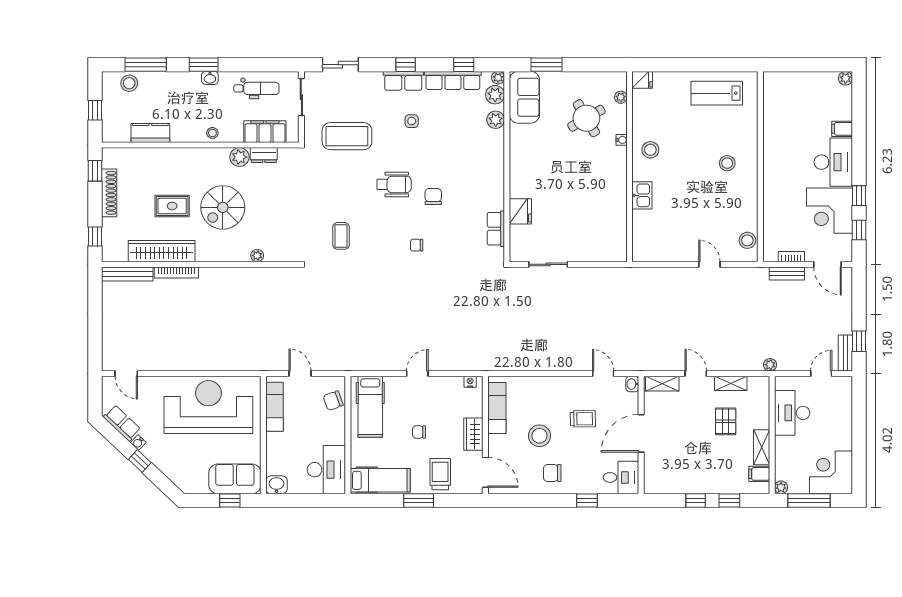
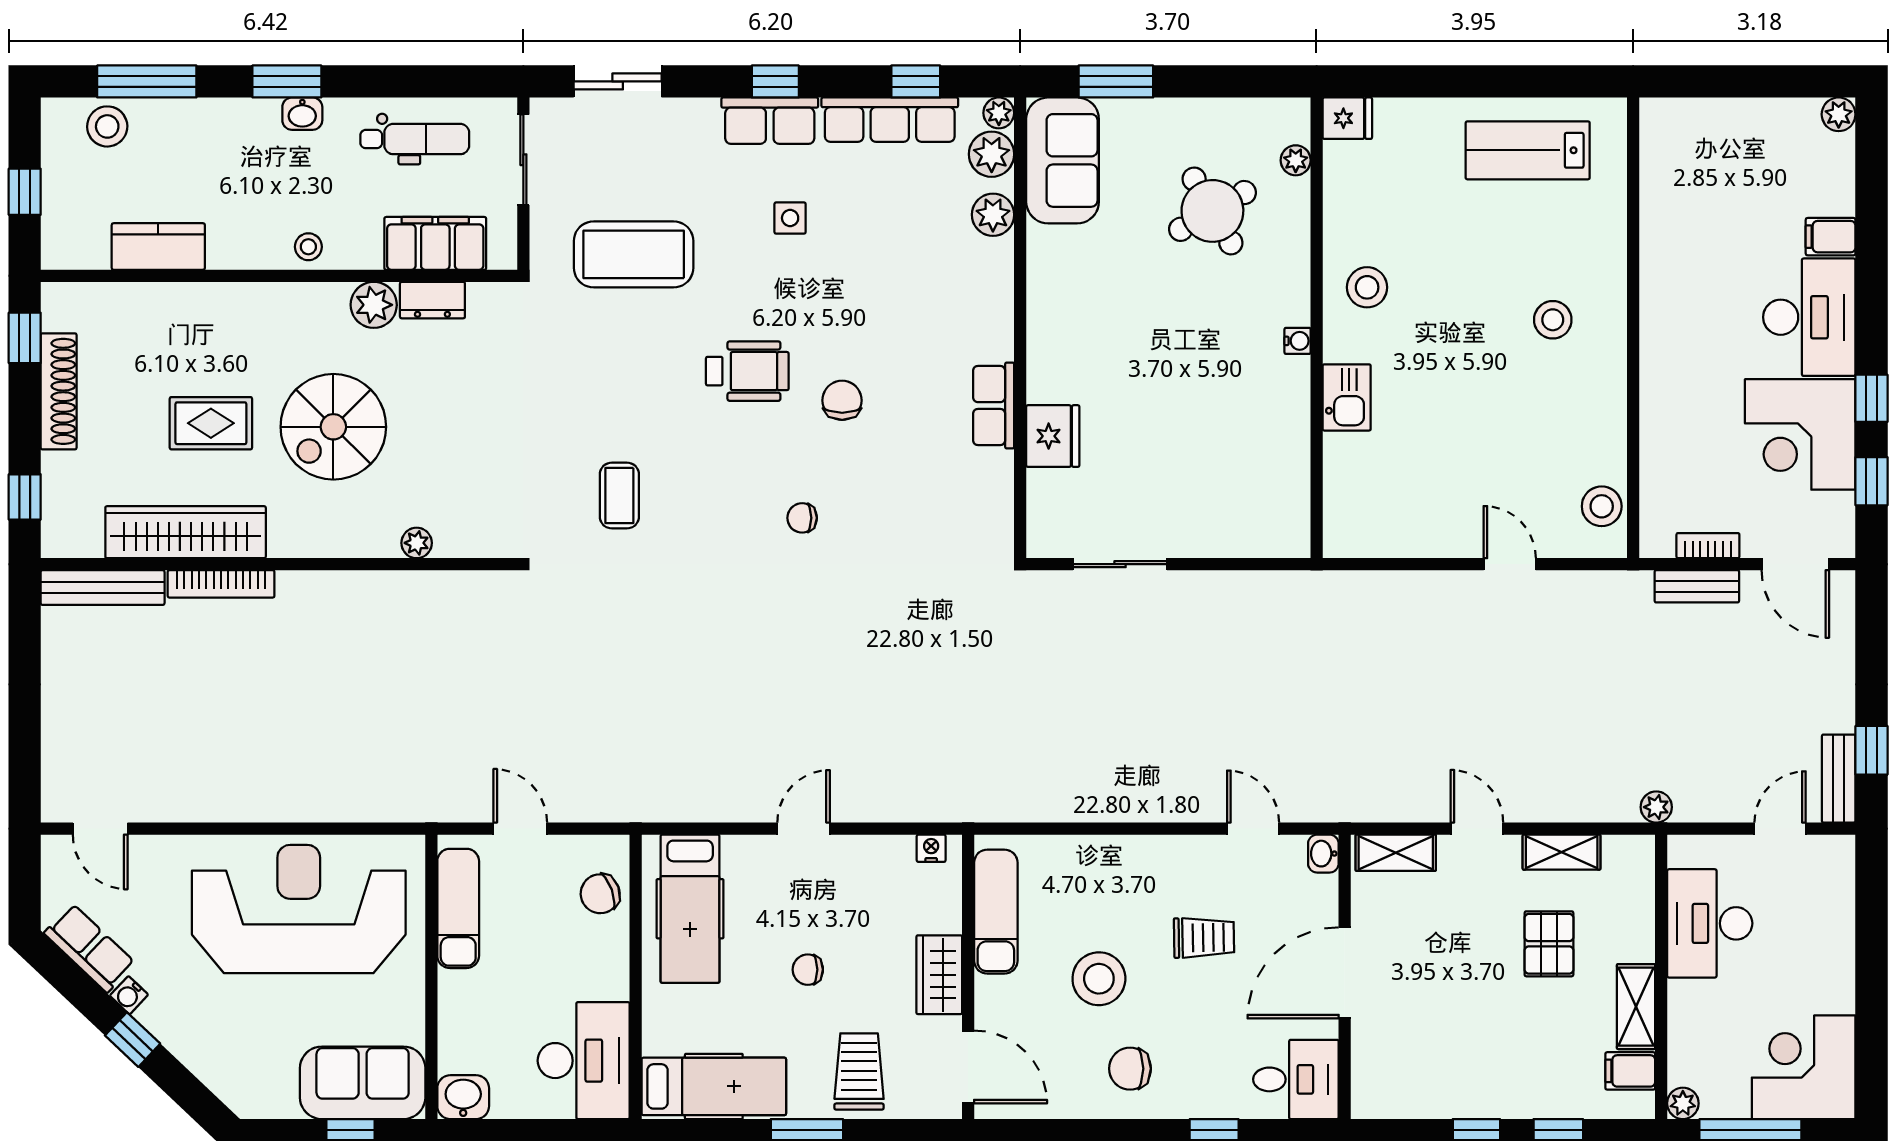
water cooler: (622, 140) -> (1298, 341), moved
row of seats: (496, 229) -> (994, 406), moved

